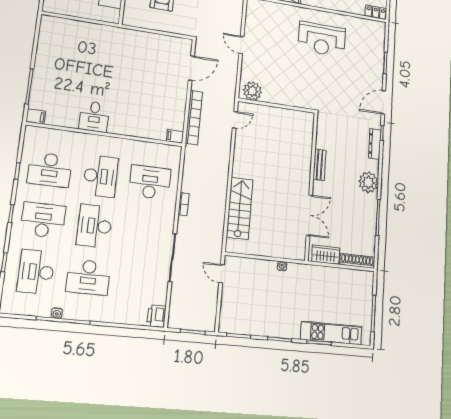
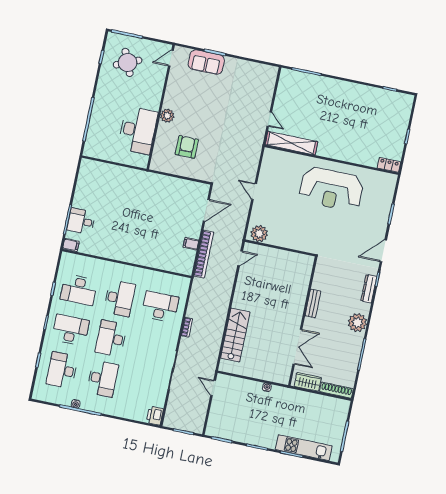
reception desk: (322, 39) -> (331, 189), width x1.36, depth x1.30
desk: (94, 116) -> (81, 221), moved, turned 90
filing cabinet: (175, 136) -> (191, 244), moved
desk: (88, 277) -> (103, 379), turned -90

